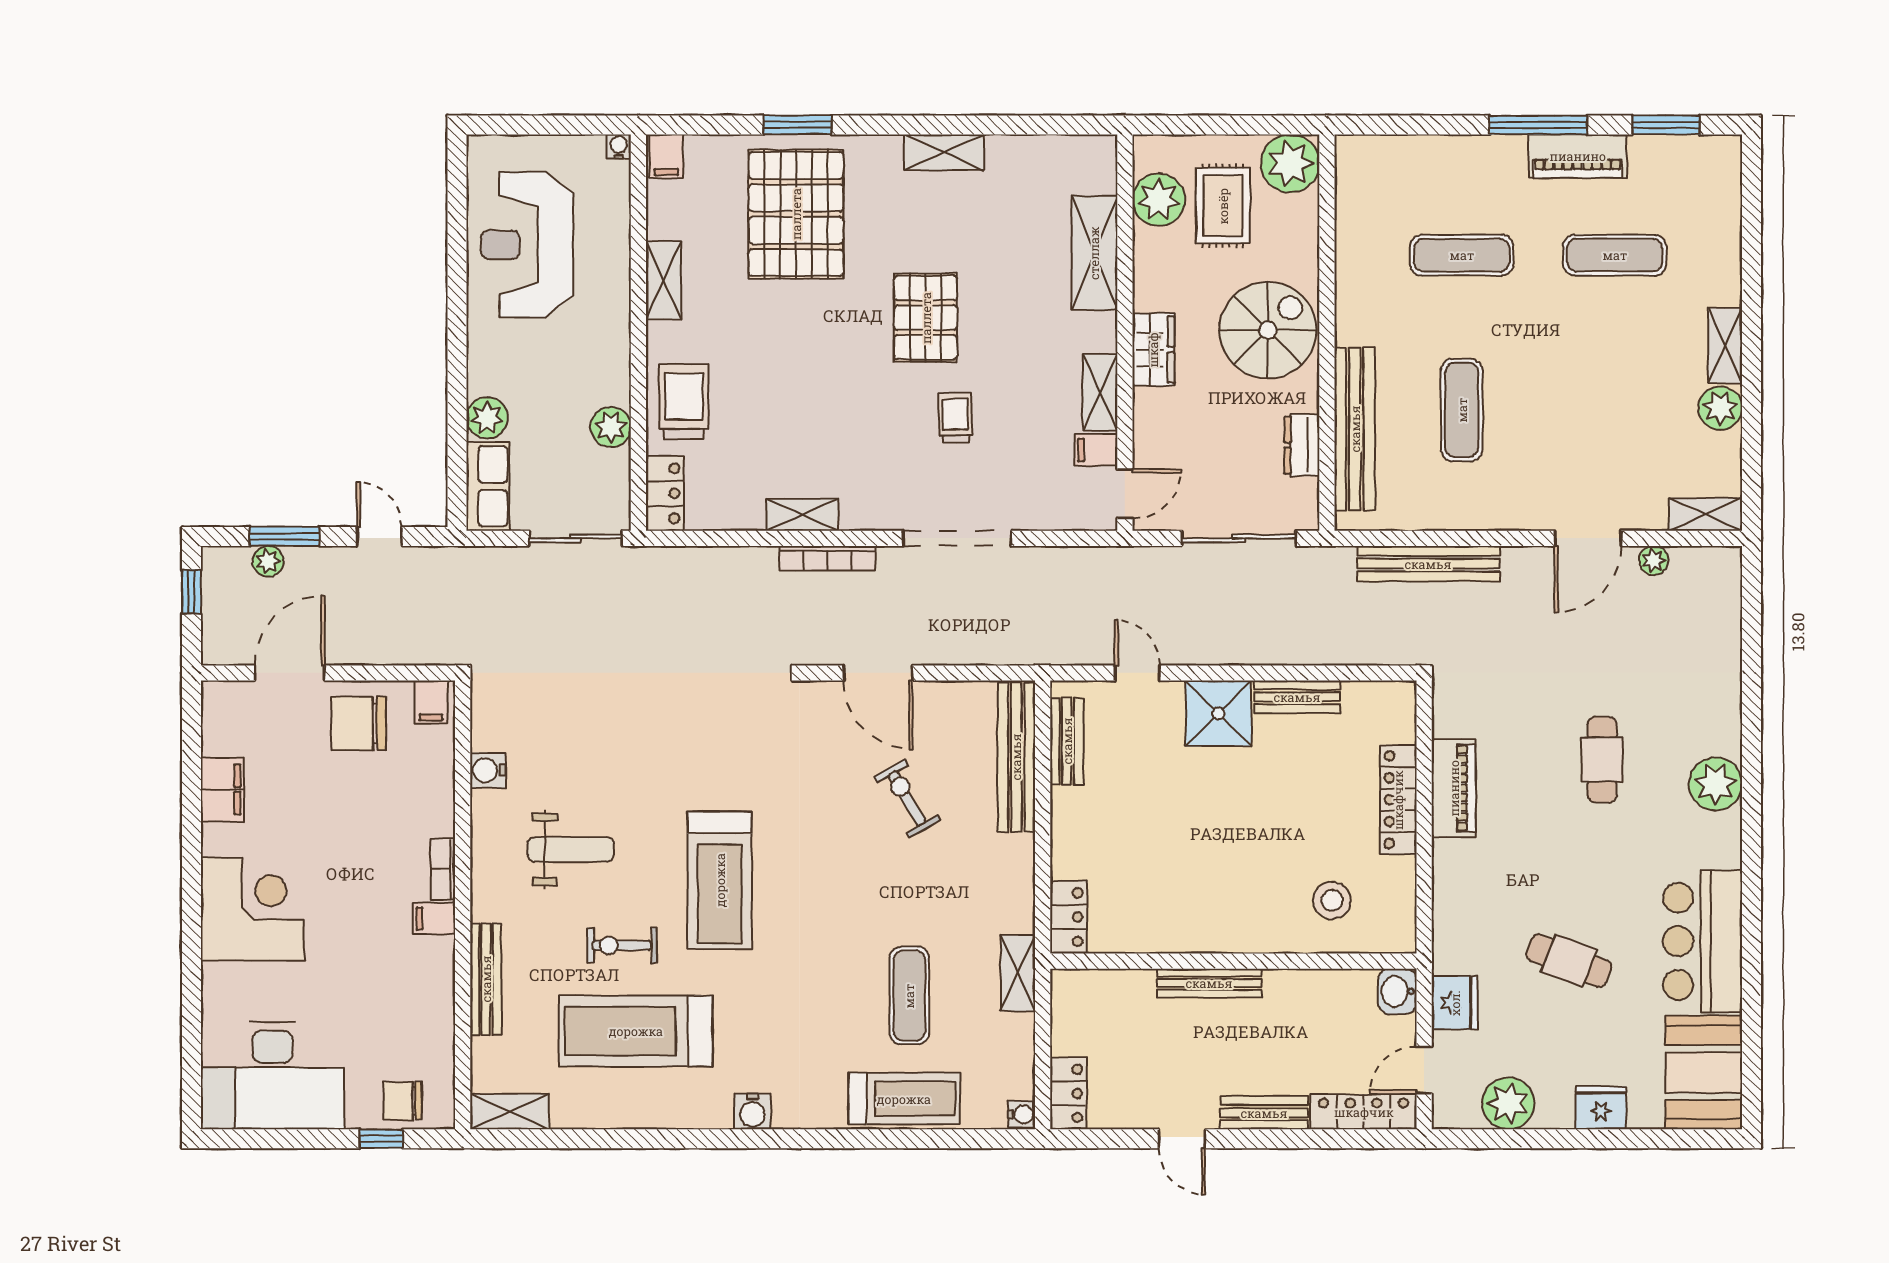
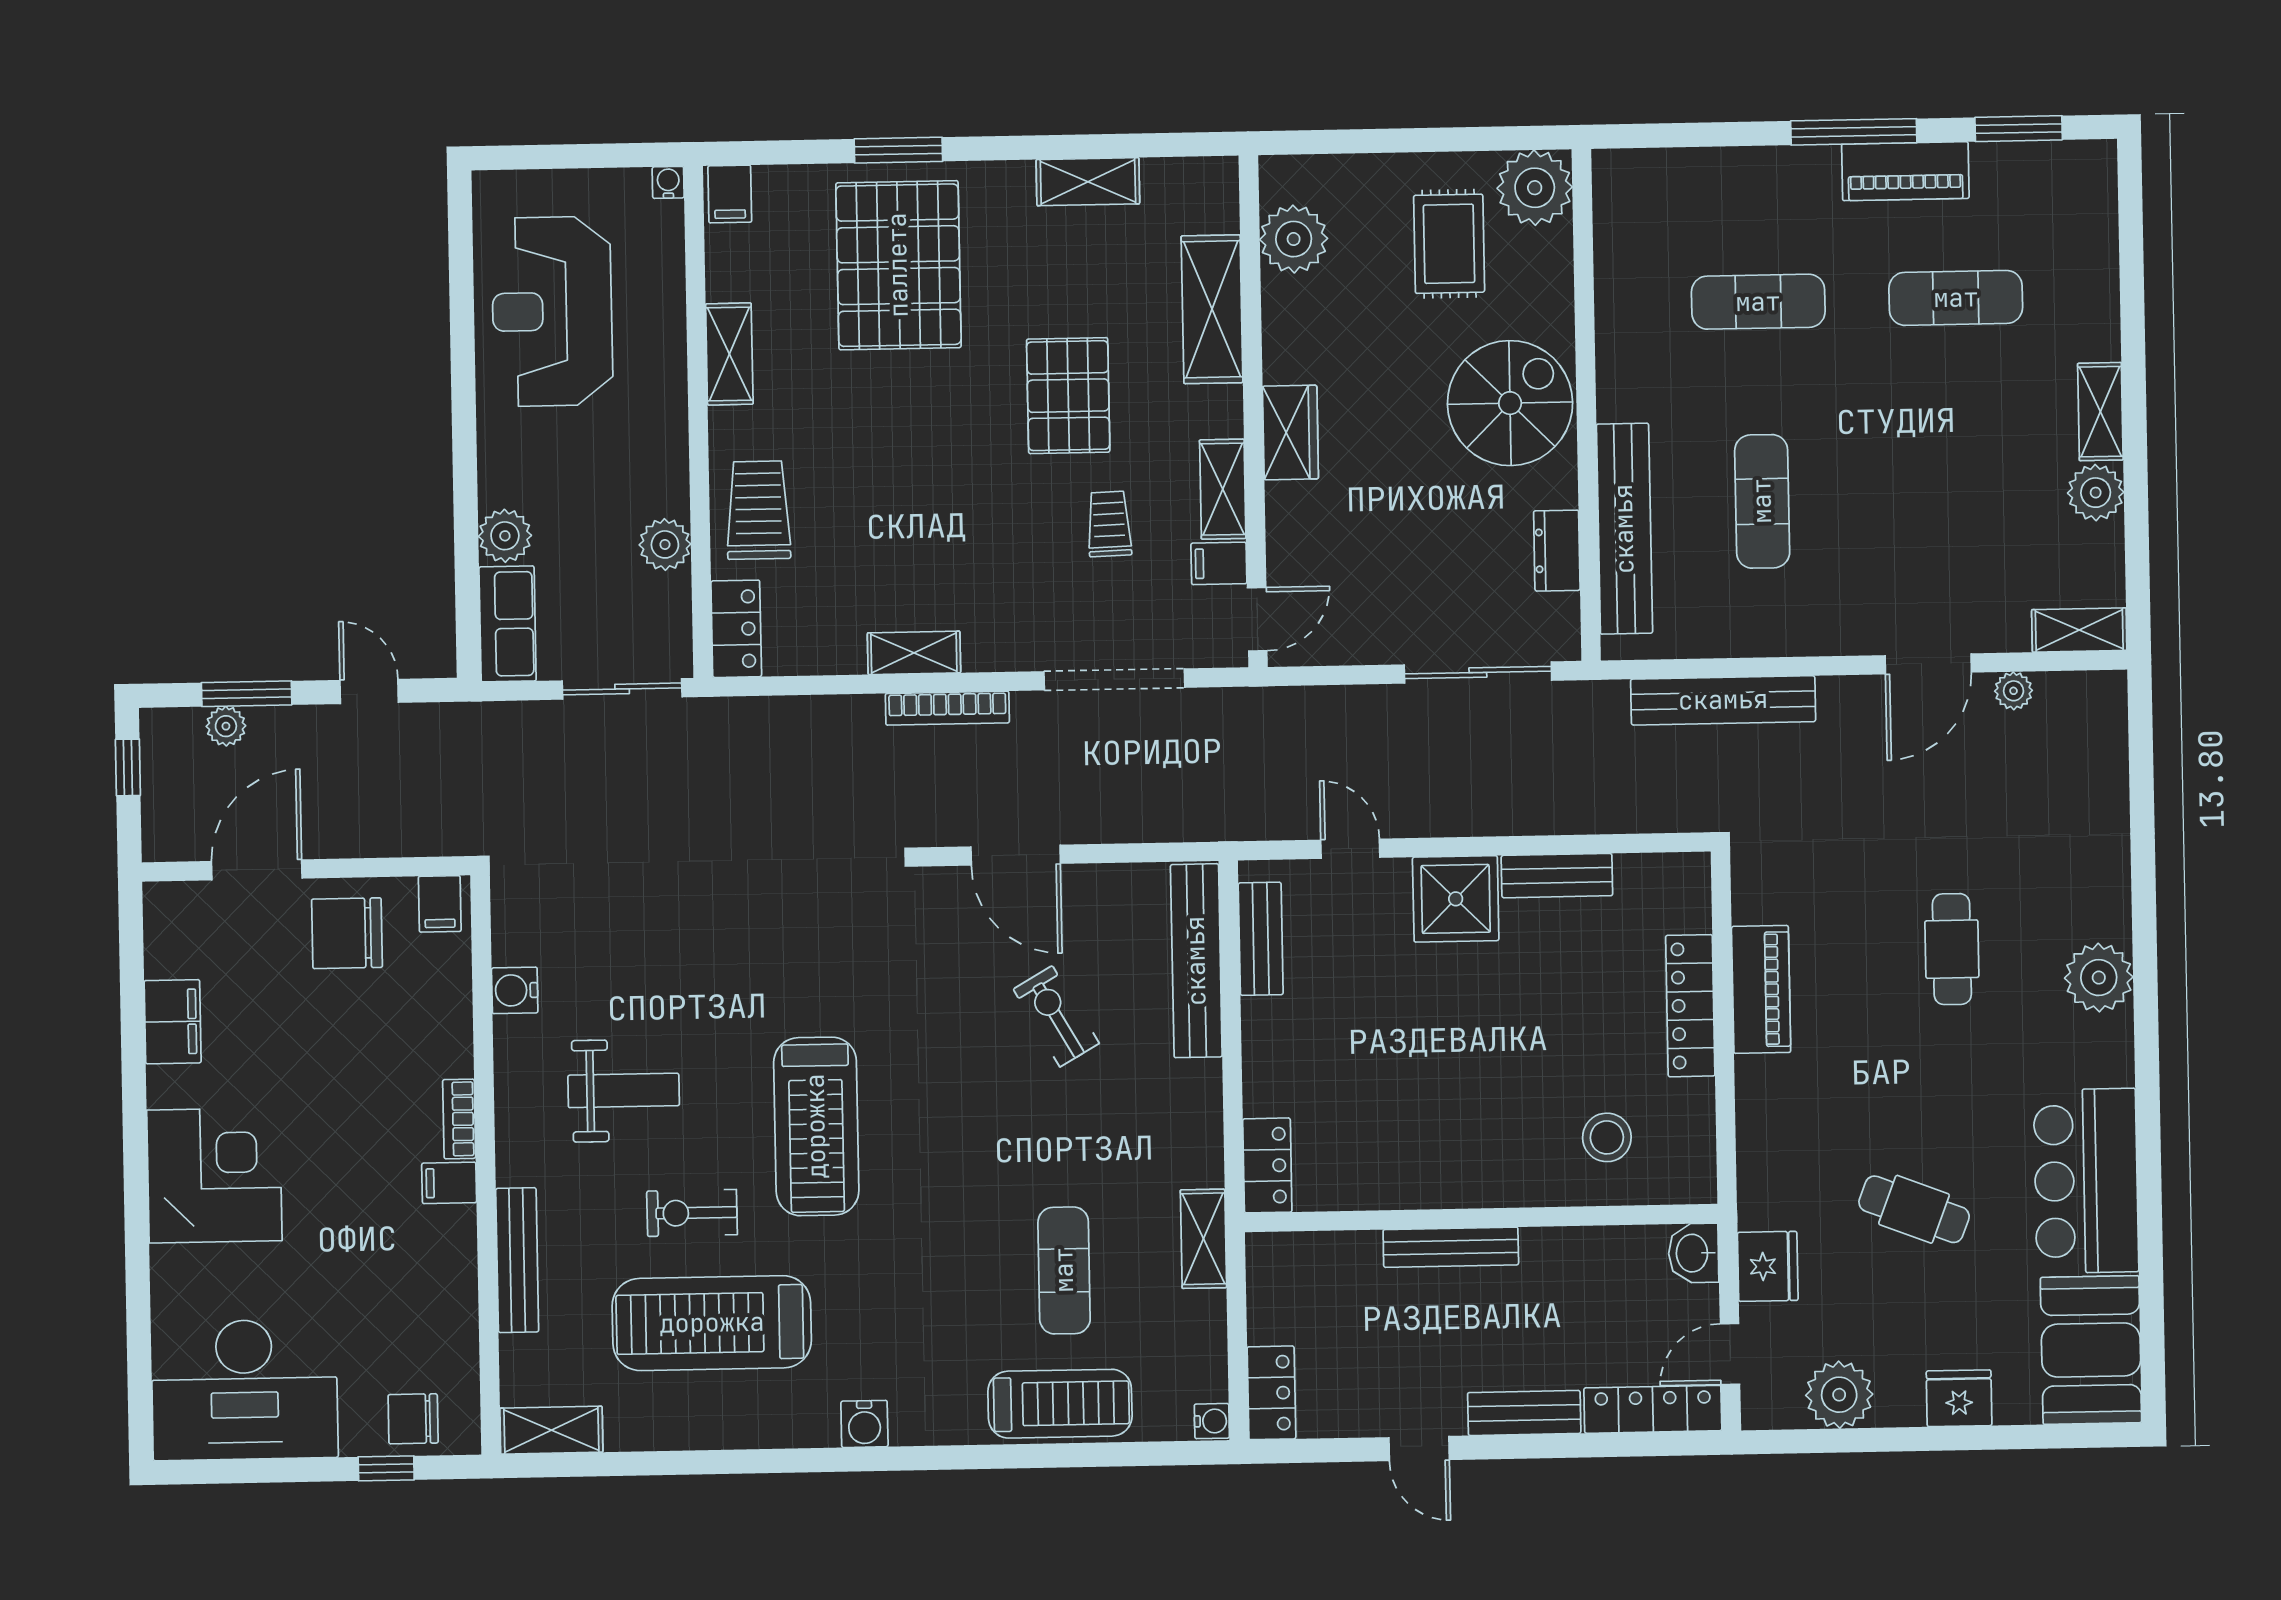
plant: (1159, 200) -> (1294, 239), moved
shelving: (1094, 253) -> (1212, 309), moved
wall: (1125, 333) -> (1253, 411), moved
wardrobe: (1153, 350) -> (1290, 432), moved
shelving: (1100, 392) -> (1223, 489), moved
filing cabinet: (1096, 450) -> (1219, 563), moved
door: (1125, 494) -> (1257, 619), moved

